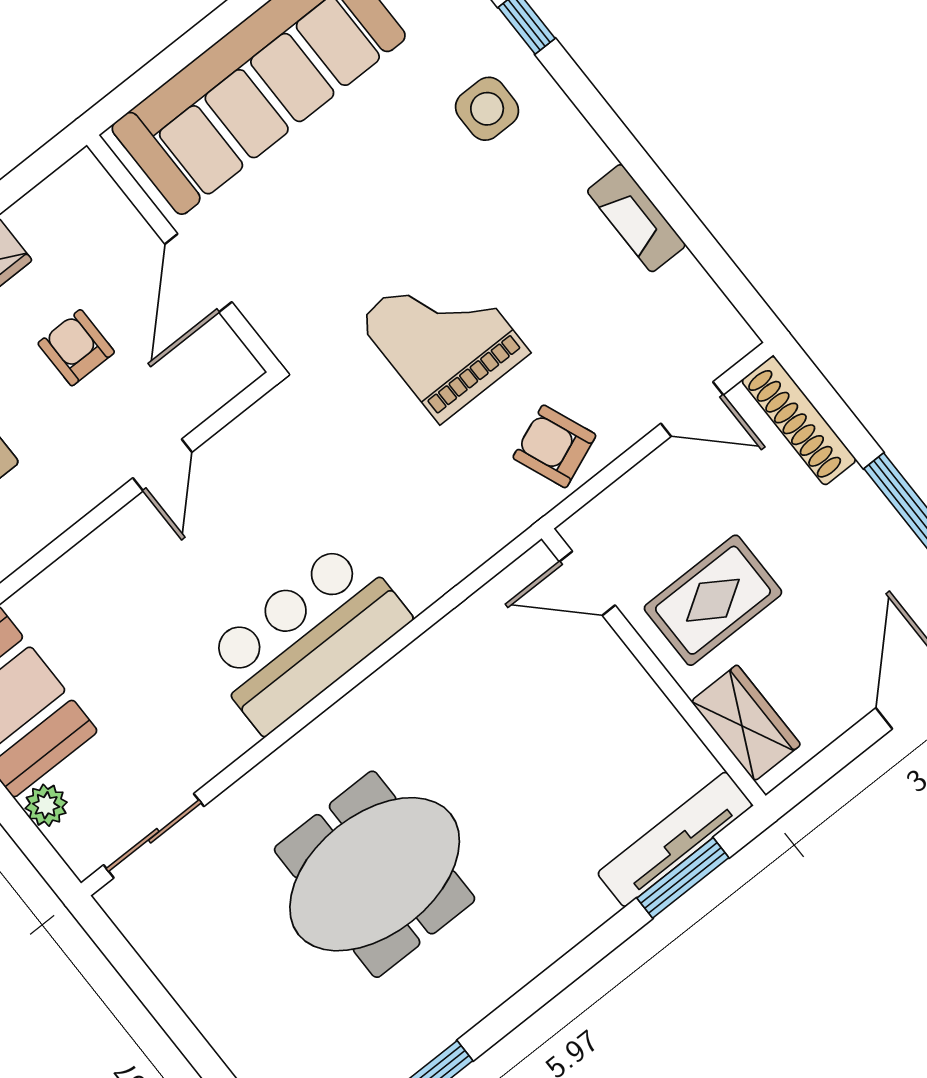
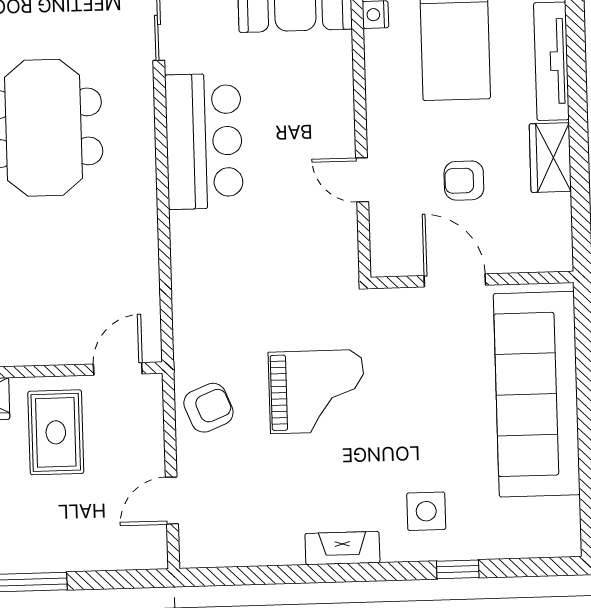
fireplace: (636, 218) -> (342, 548), moved
armchair: (76, 348) -> (464, 181), turned 180
shoe rack: (799, 420) -> (121, 556), removed
bar counter: (306, 637) -> (204, 141), moved

